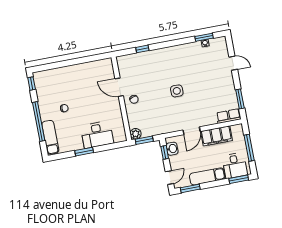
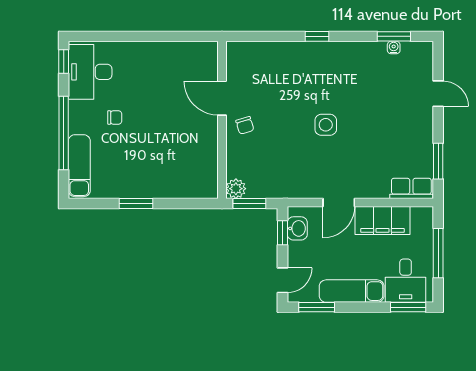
window: (142, 49) -> (317, 36), moved
desk: (97, 135) -> (90, 72), moved, turned 90

